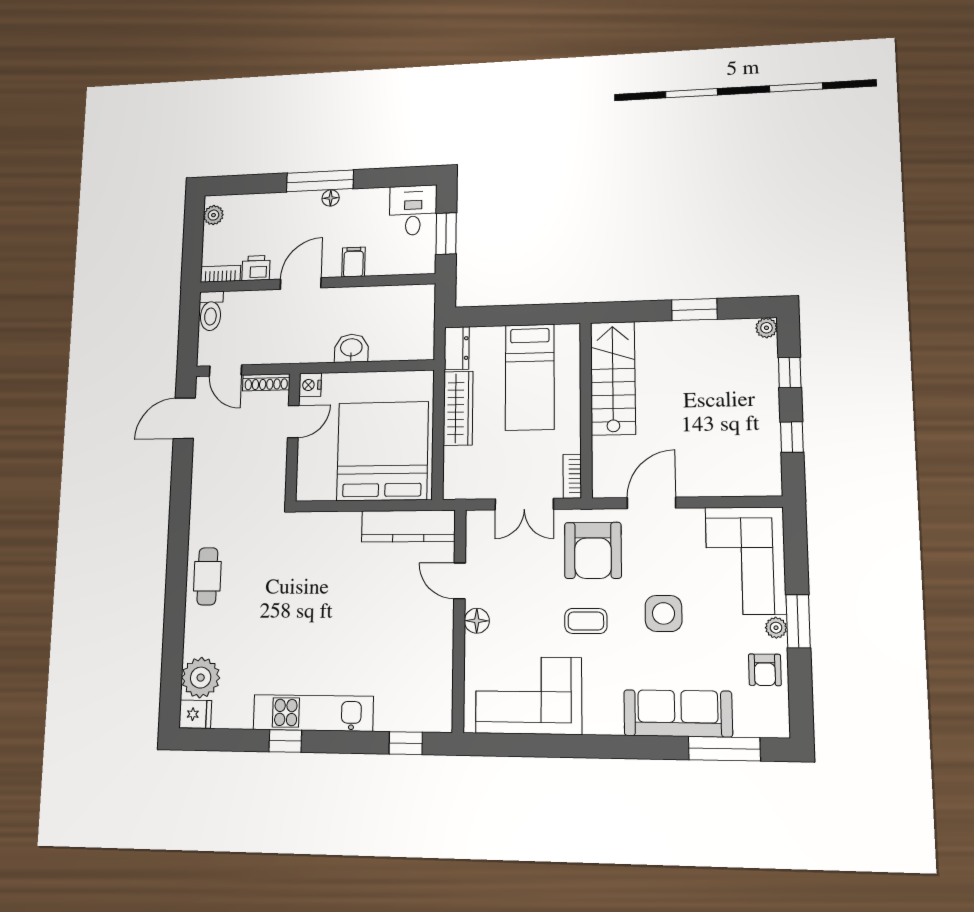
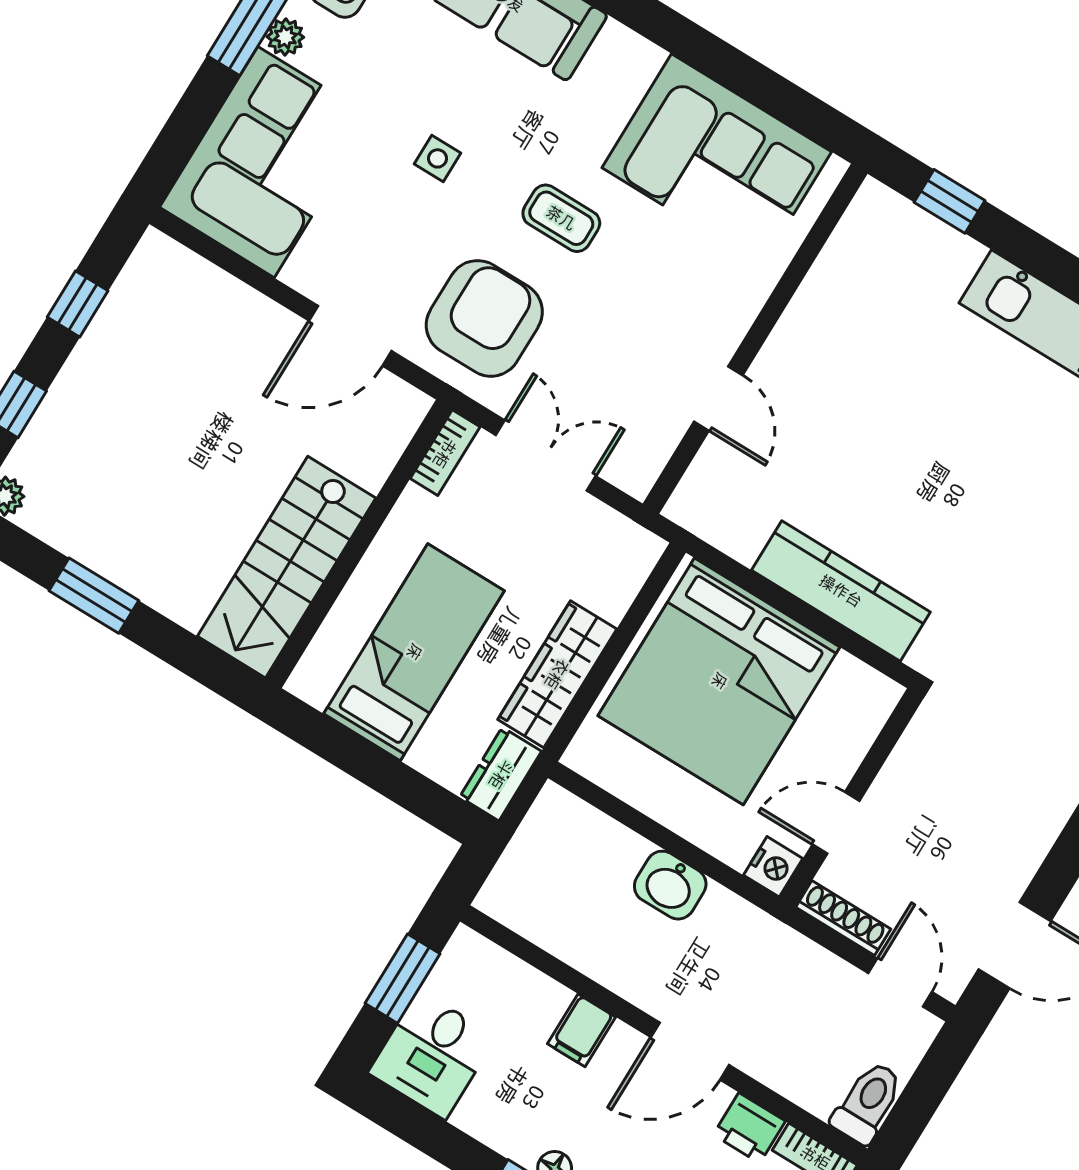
kitchen counter: (408, 526) -> (841, 591), moved
side table: (664, 613) -> (438, 158), width x0.54, depth x0.54
floor lamp: (477, 621) -> (728, 321), removed

